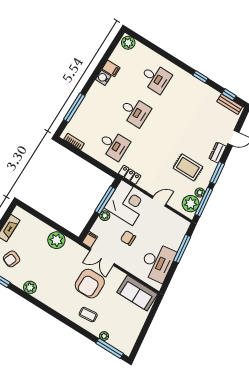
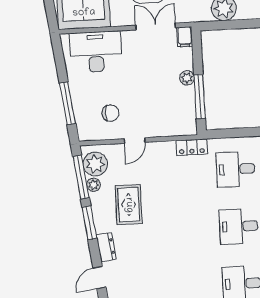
rug: (188, 167) -> (129, 205), turned 90
corner desk: (127, 203) -> (172, 112), removed
chair: (128, 238) -> (110, 113), moved
desk: (157, 262) -> (96, 52), moved, turned 97

